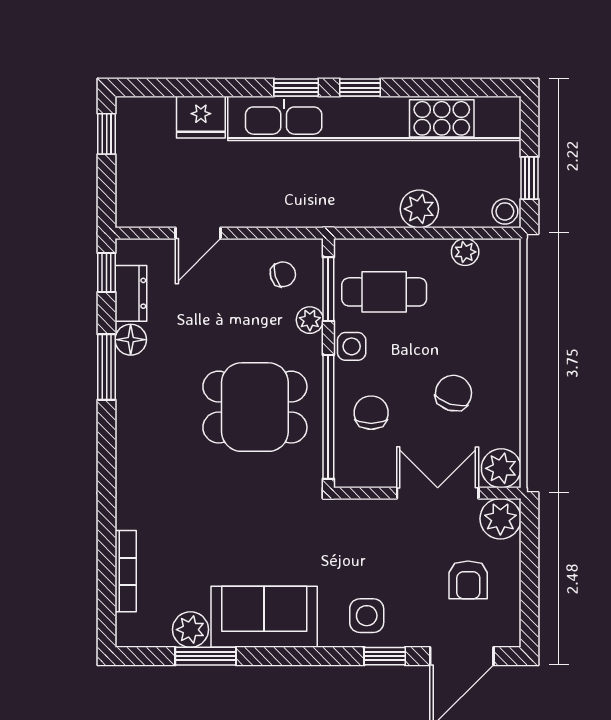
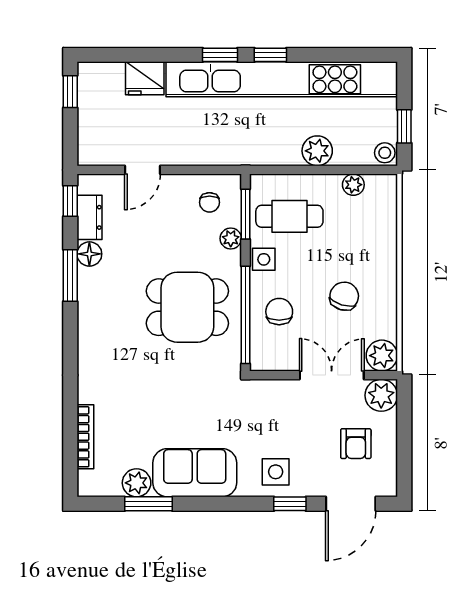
chair: (283, 274) -> (209, 202), turned 106

